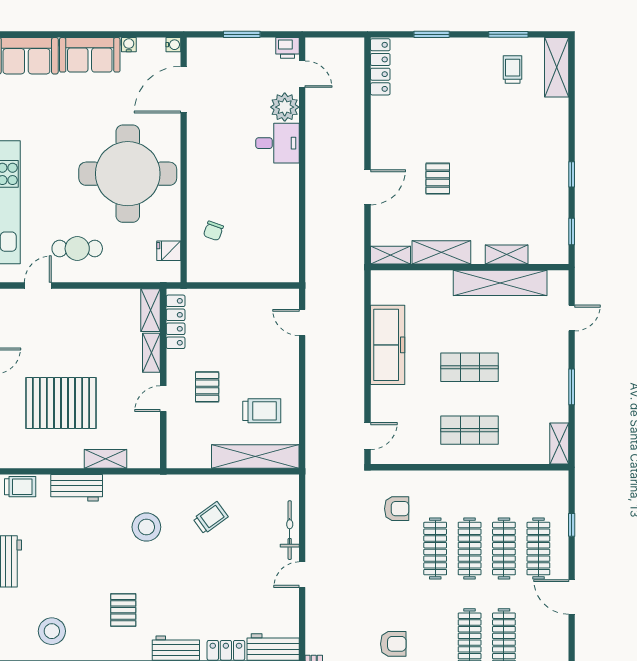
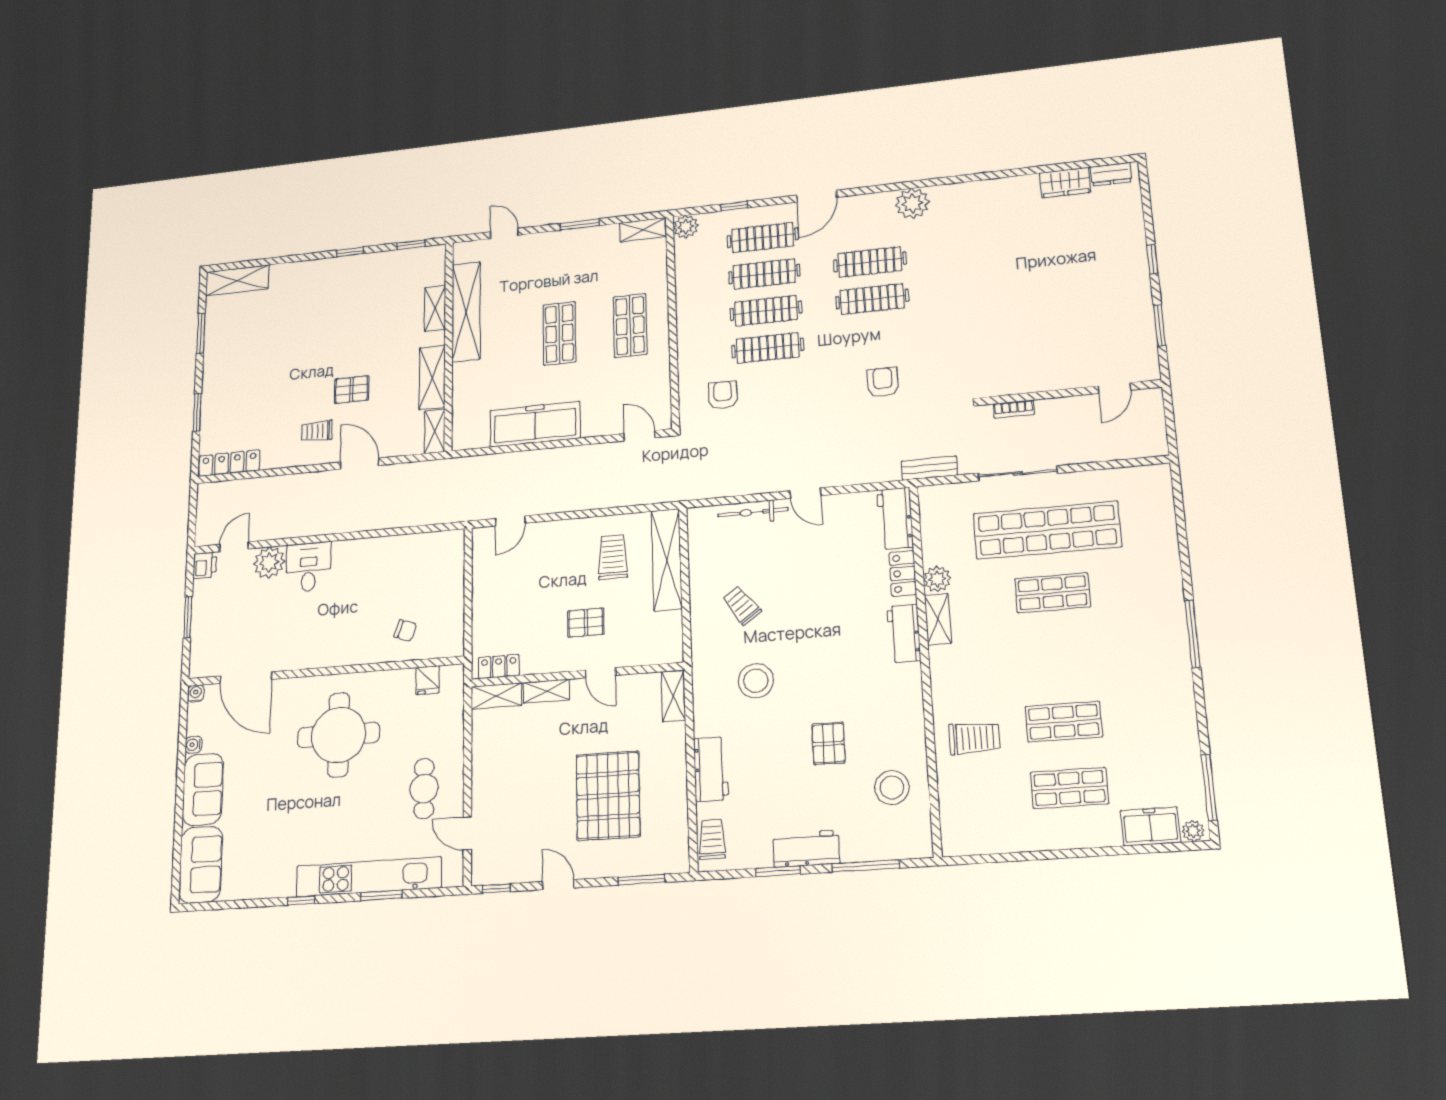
trolley: (513, 70) -> (317, 431), moved
round table: (128, 174) -> (339, 735), width x0.73, depth x0.73
locker: (176, 322) -> (499, 666), width x0.66
shelving: (105, 459) -> (673, 696), moved
plant: (557, 482) -> (686, 227), added
pallet: (123, 610) -> (829, 743), moved, turned 90

